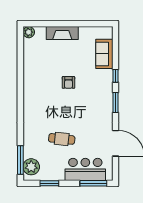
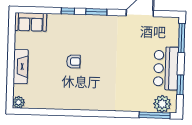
sofa: (104, 54) -> (31, 22), moved
cafe table: (62, 139) -> (133, 70), removed
bar counter: (85, 169) -> (166, 68), moved

